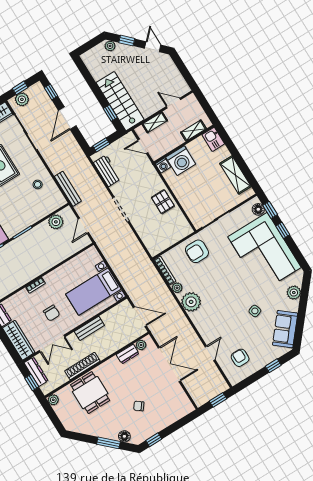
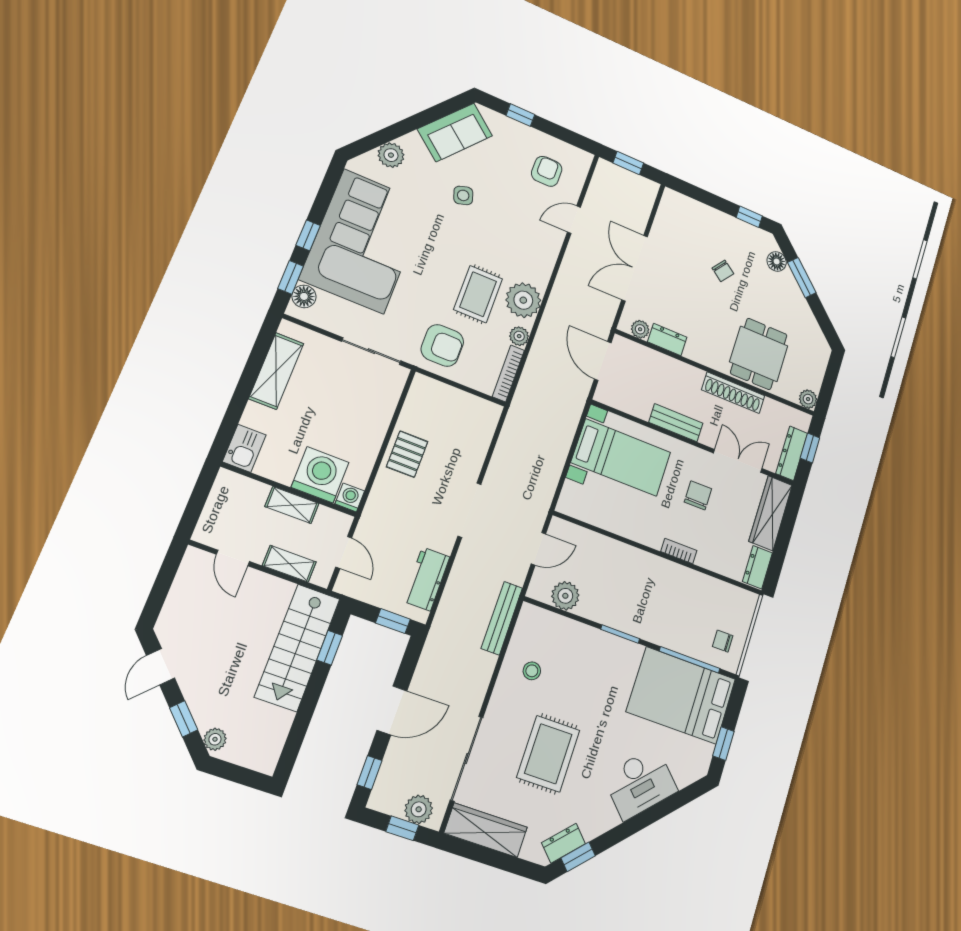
shelving: (193, 130) -> (292, 505), moved
rug: (208, 284) -> (478, 294), added
armchair: (240, 358) -> (547, 171), turned 180

